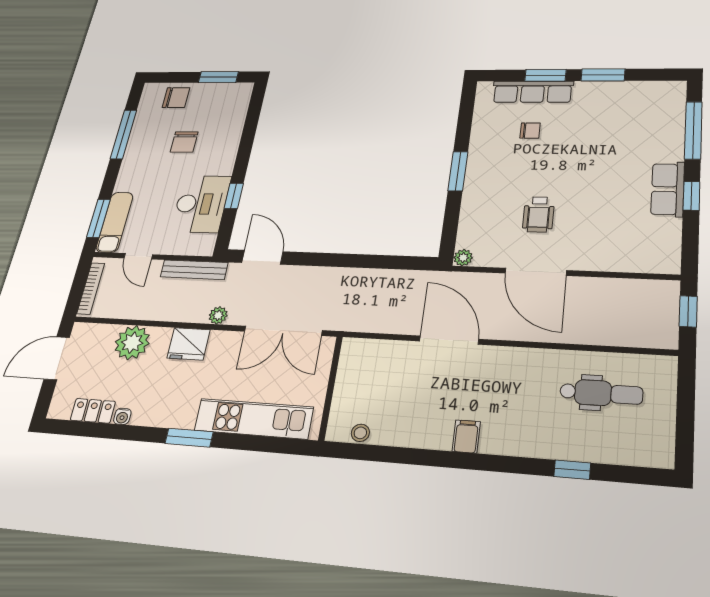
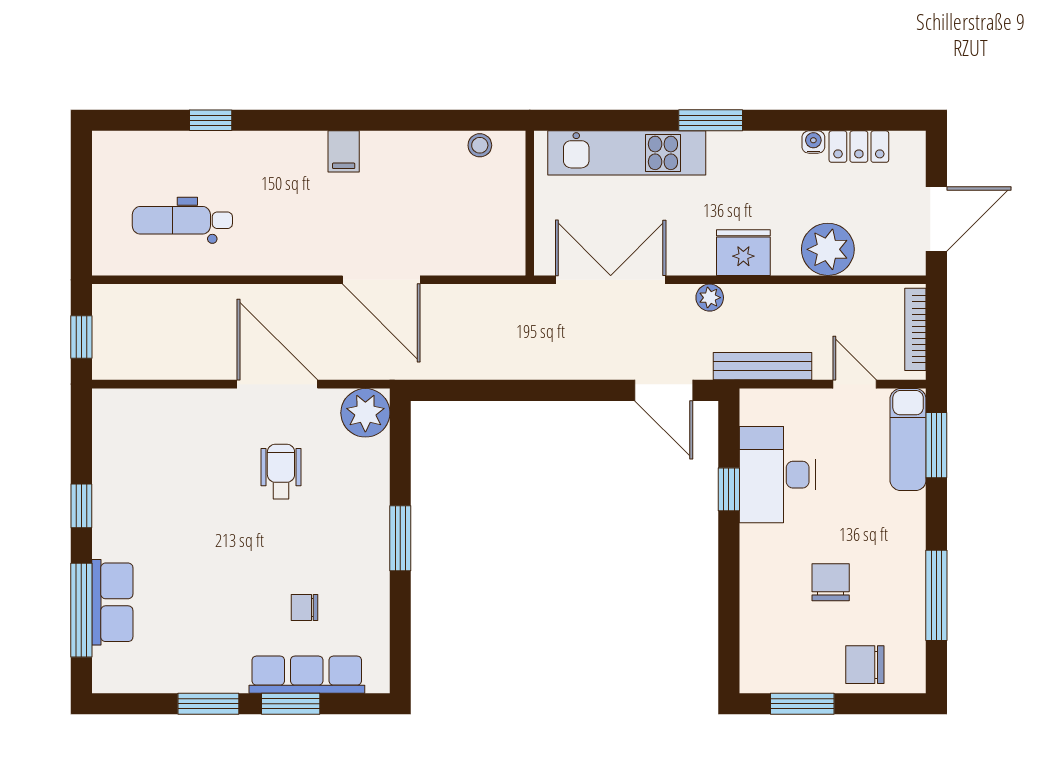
row of seats: (668, 189) -> (112, 602), moved
plant: (463, 258) -> (365, 413), width x1.88, depth x1.88

